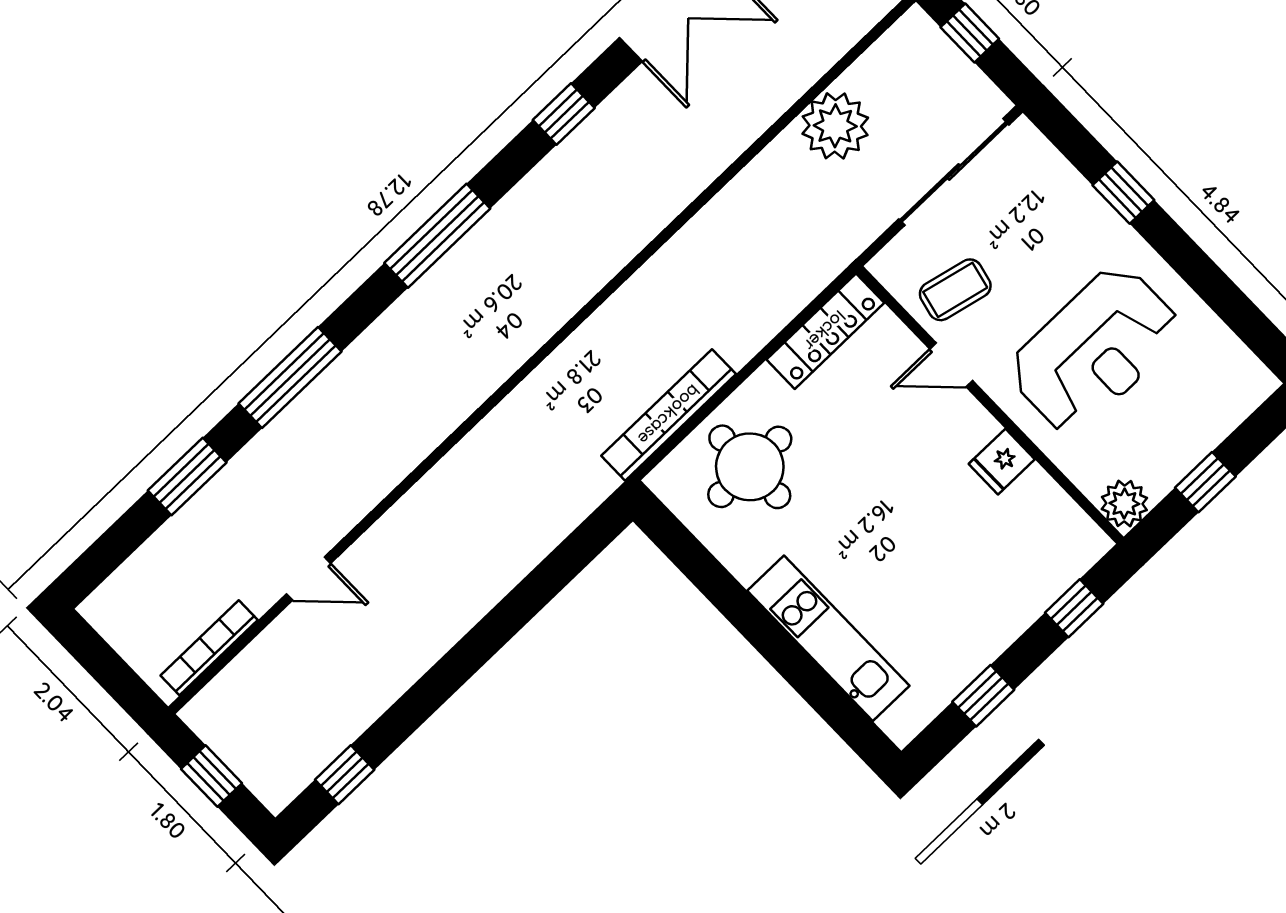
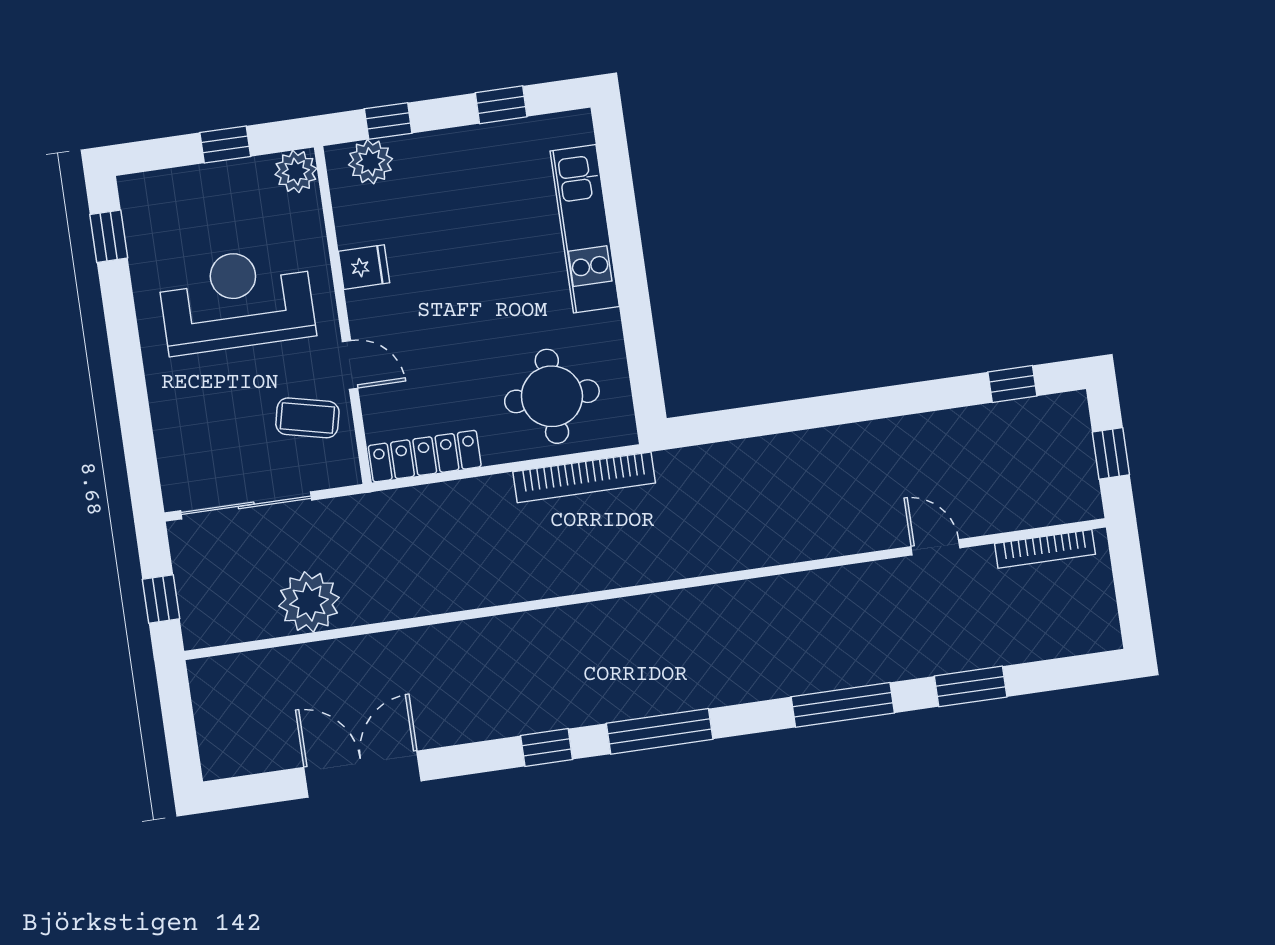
window: (564, 114) -> (547, 748), moved
window: (1123, 193) -> (109, 236), moved
plant: (1064, 560) -> (371, 162), added

